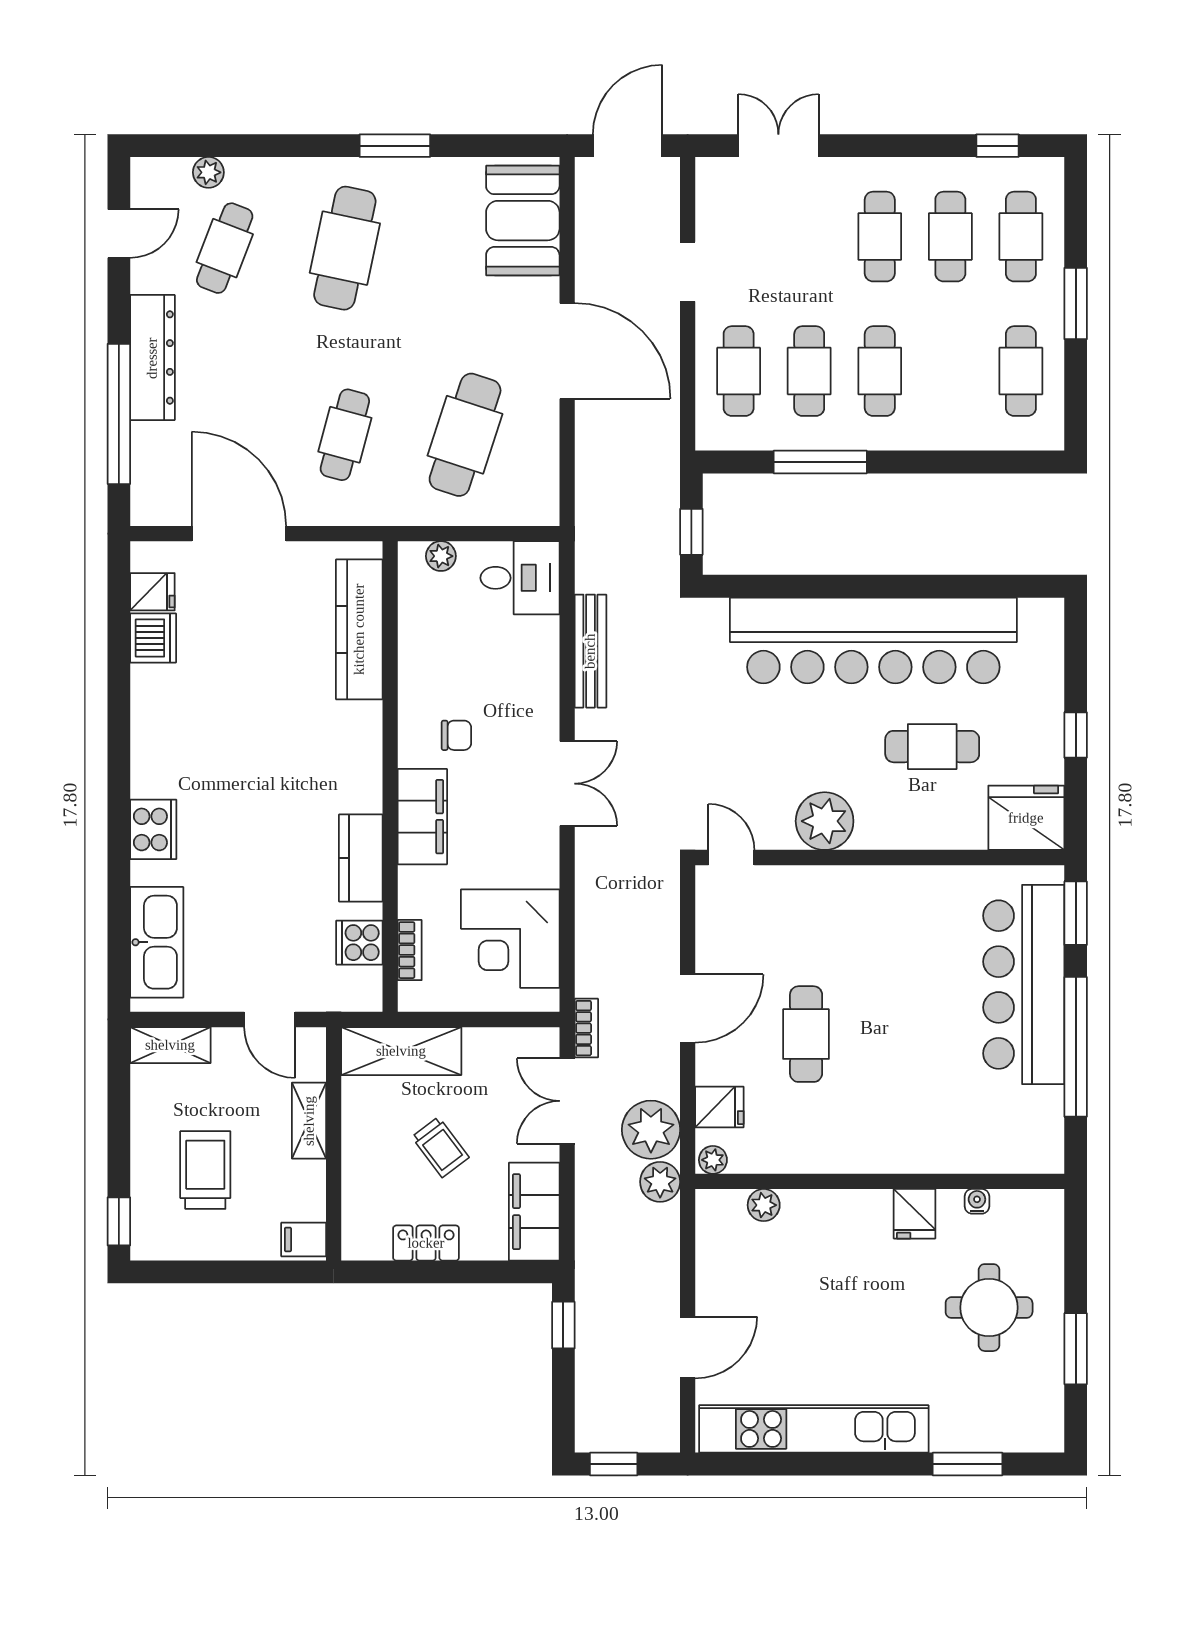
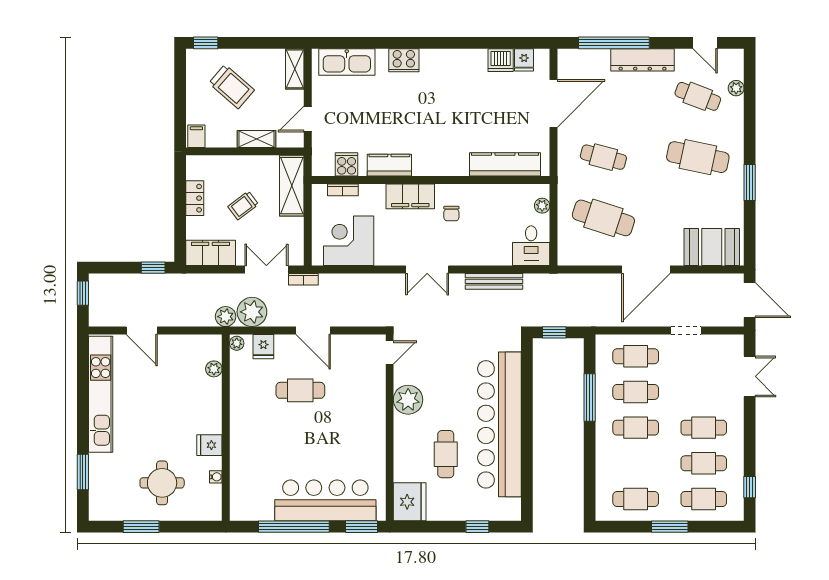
window: (1076, 735) -> (477, 527), moved
trolley: (205, 1170) -> (232, 87), turned 41

